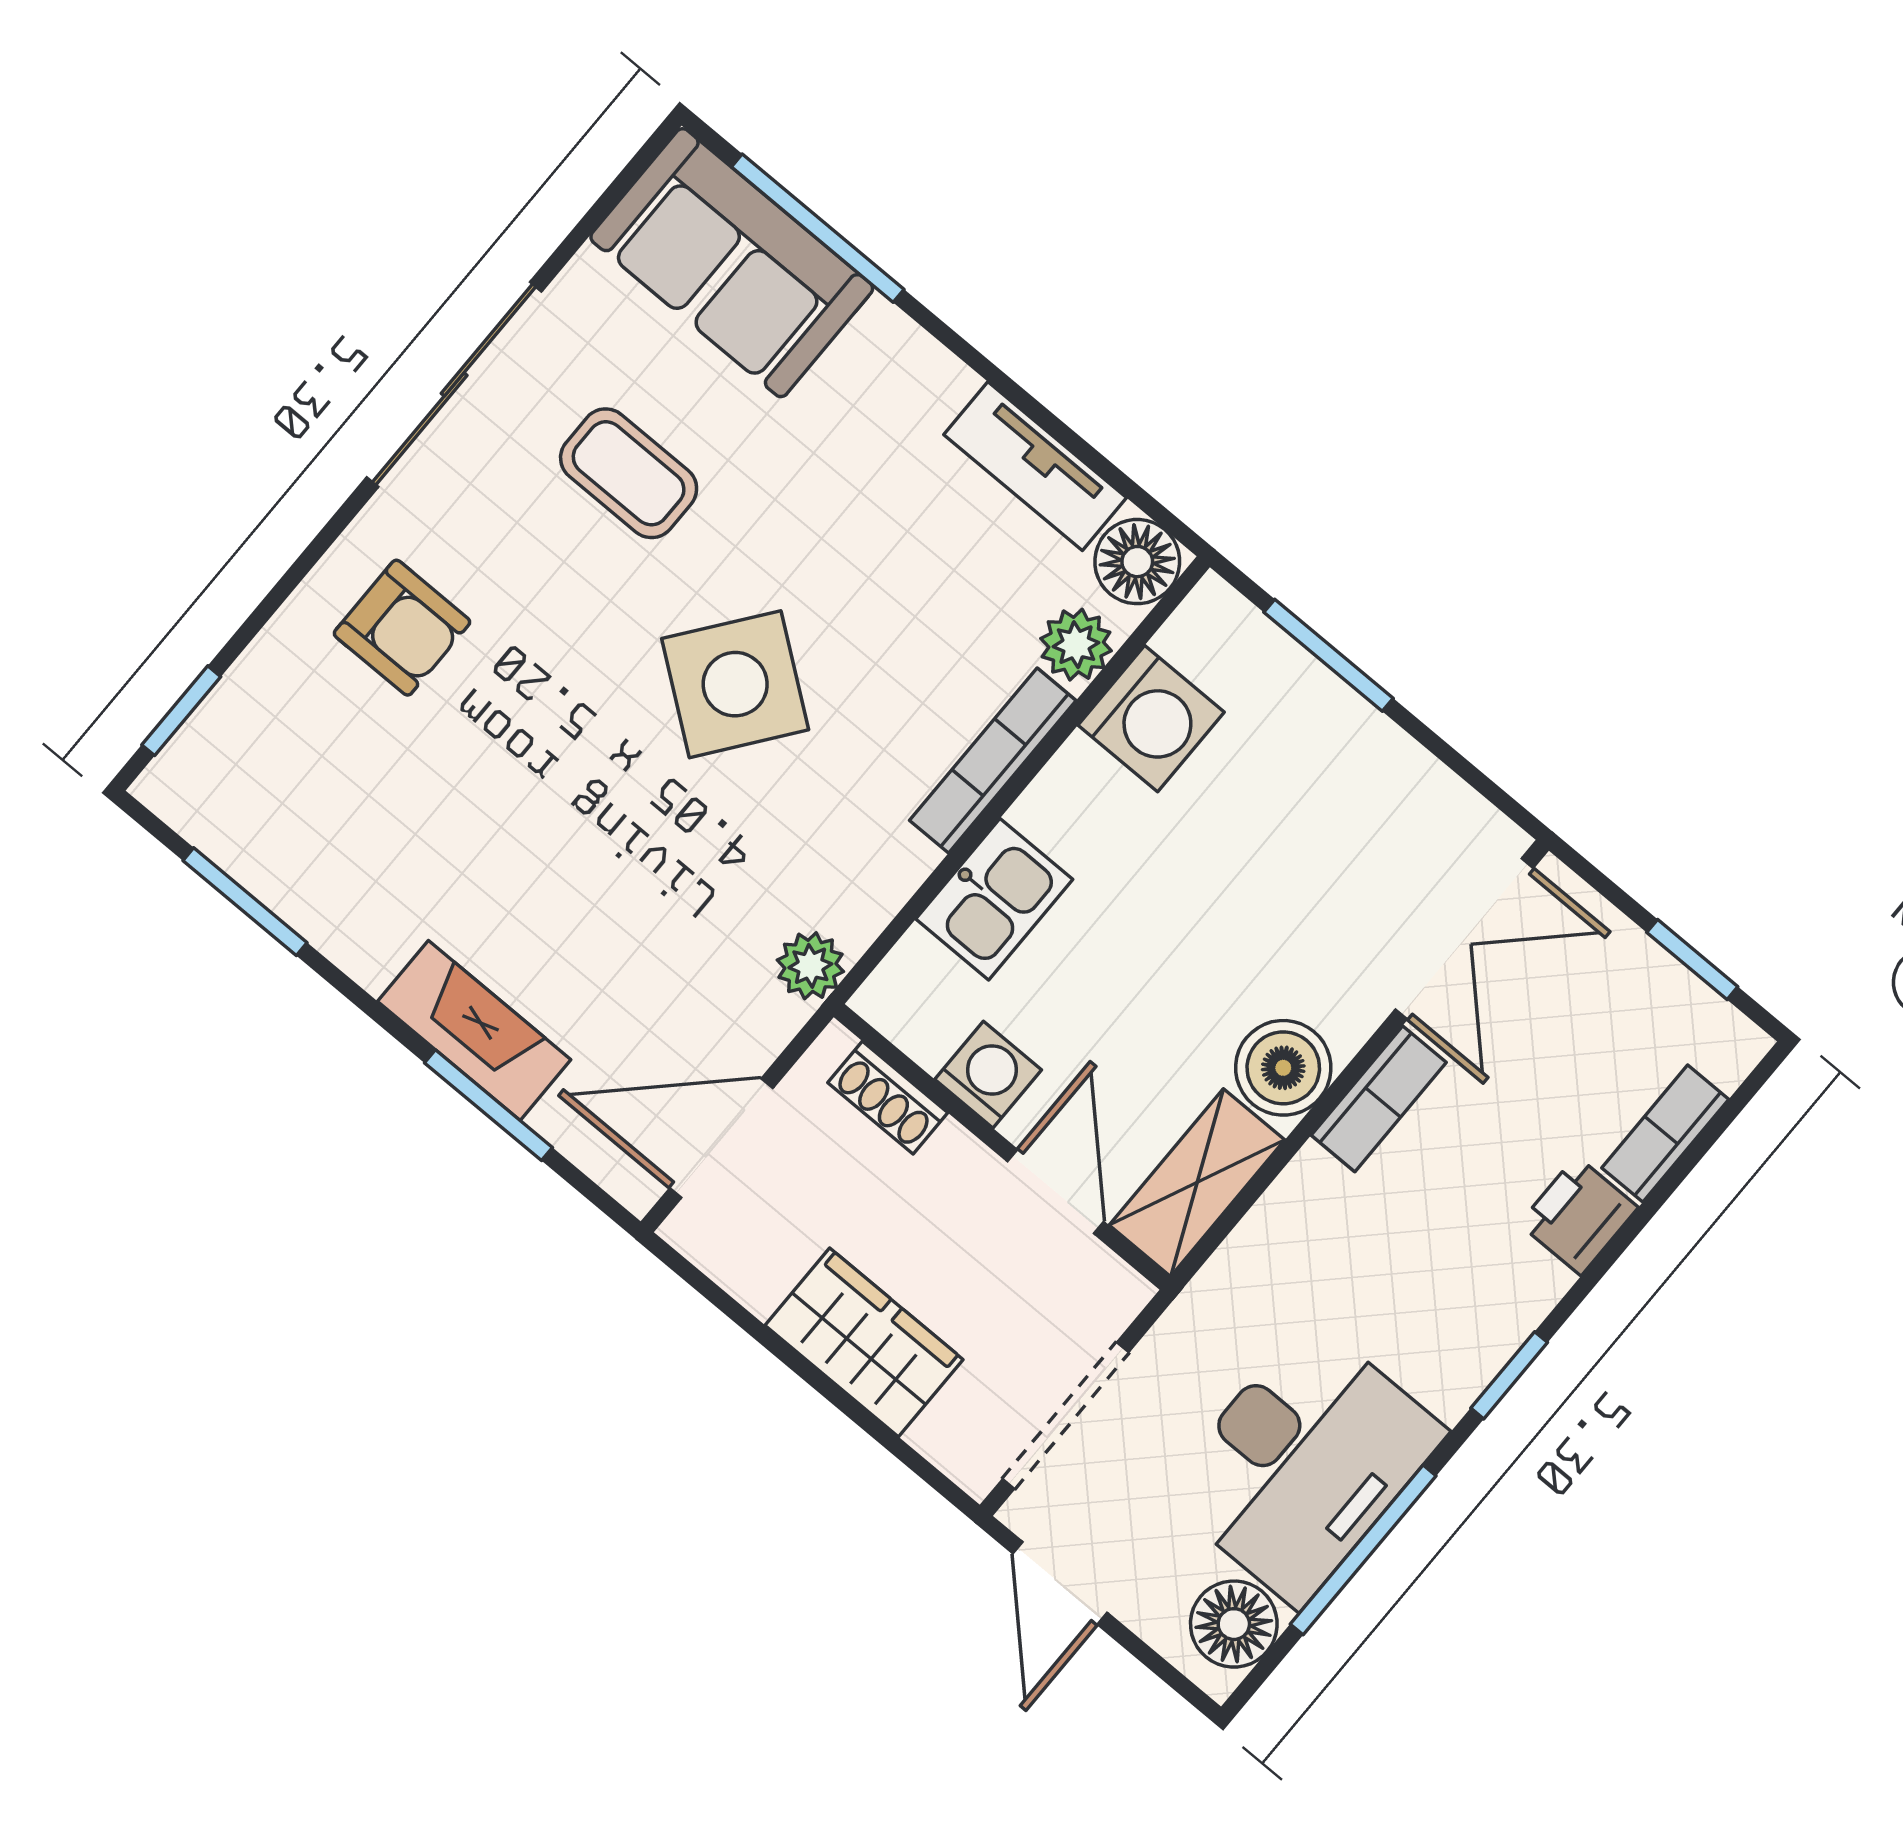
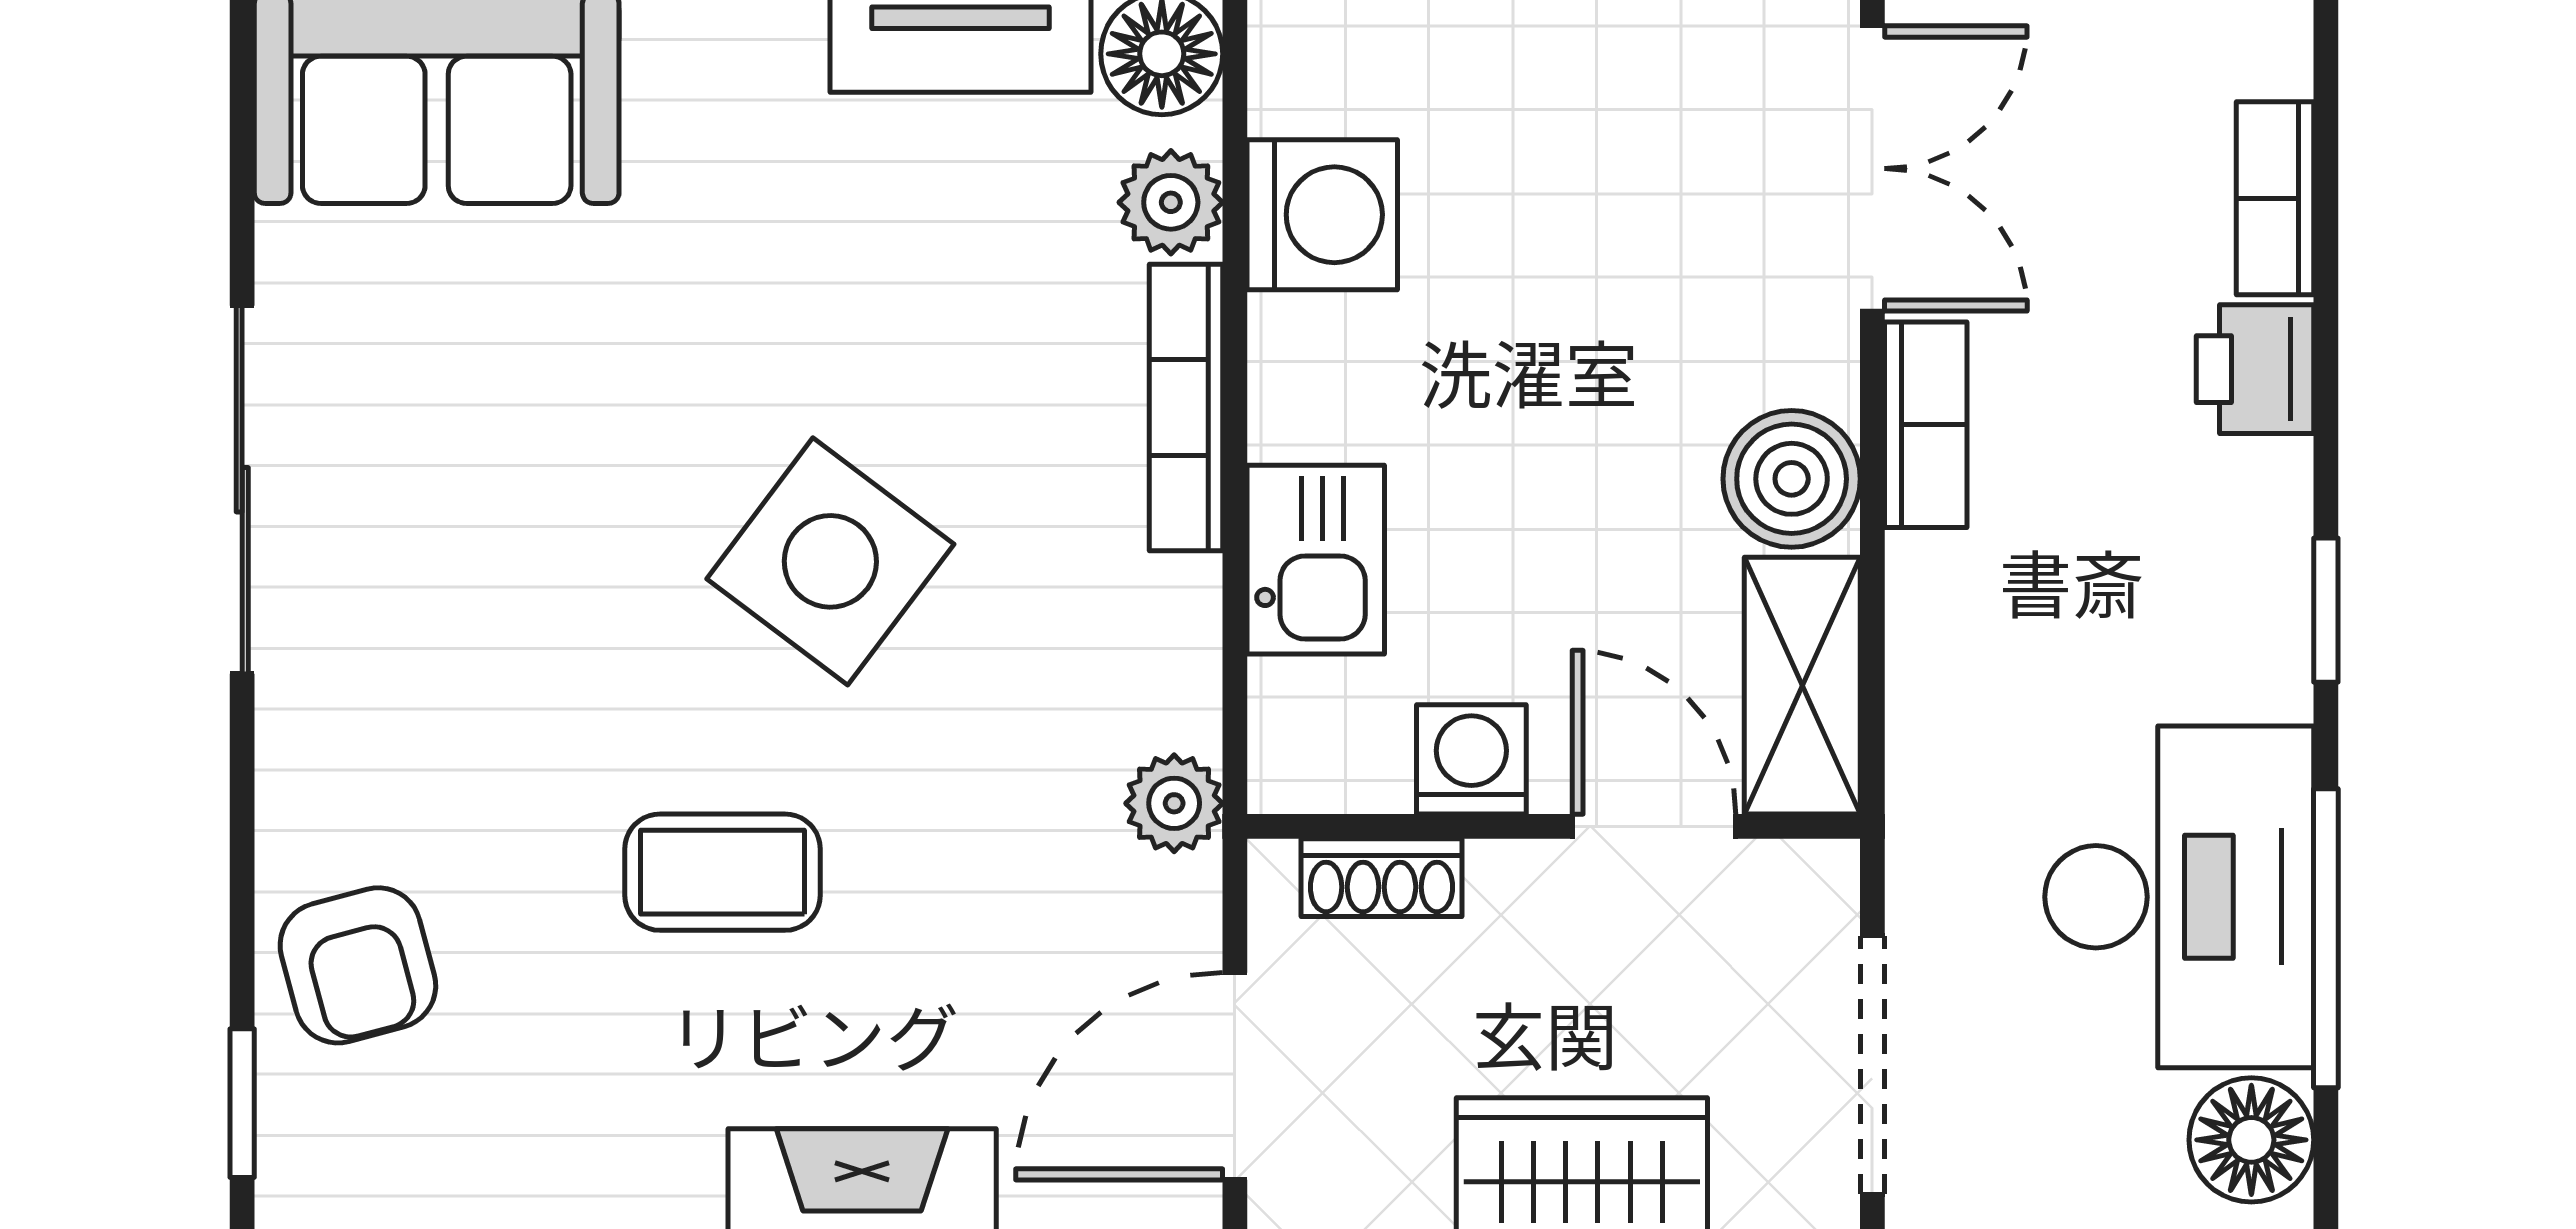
coffee table: (629, 473) -> (723, 872), moved
armchair: (402, 628) -> (358, 965), moved, turned 75

